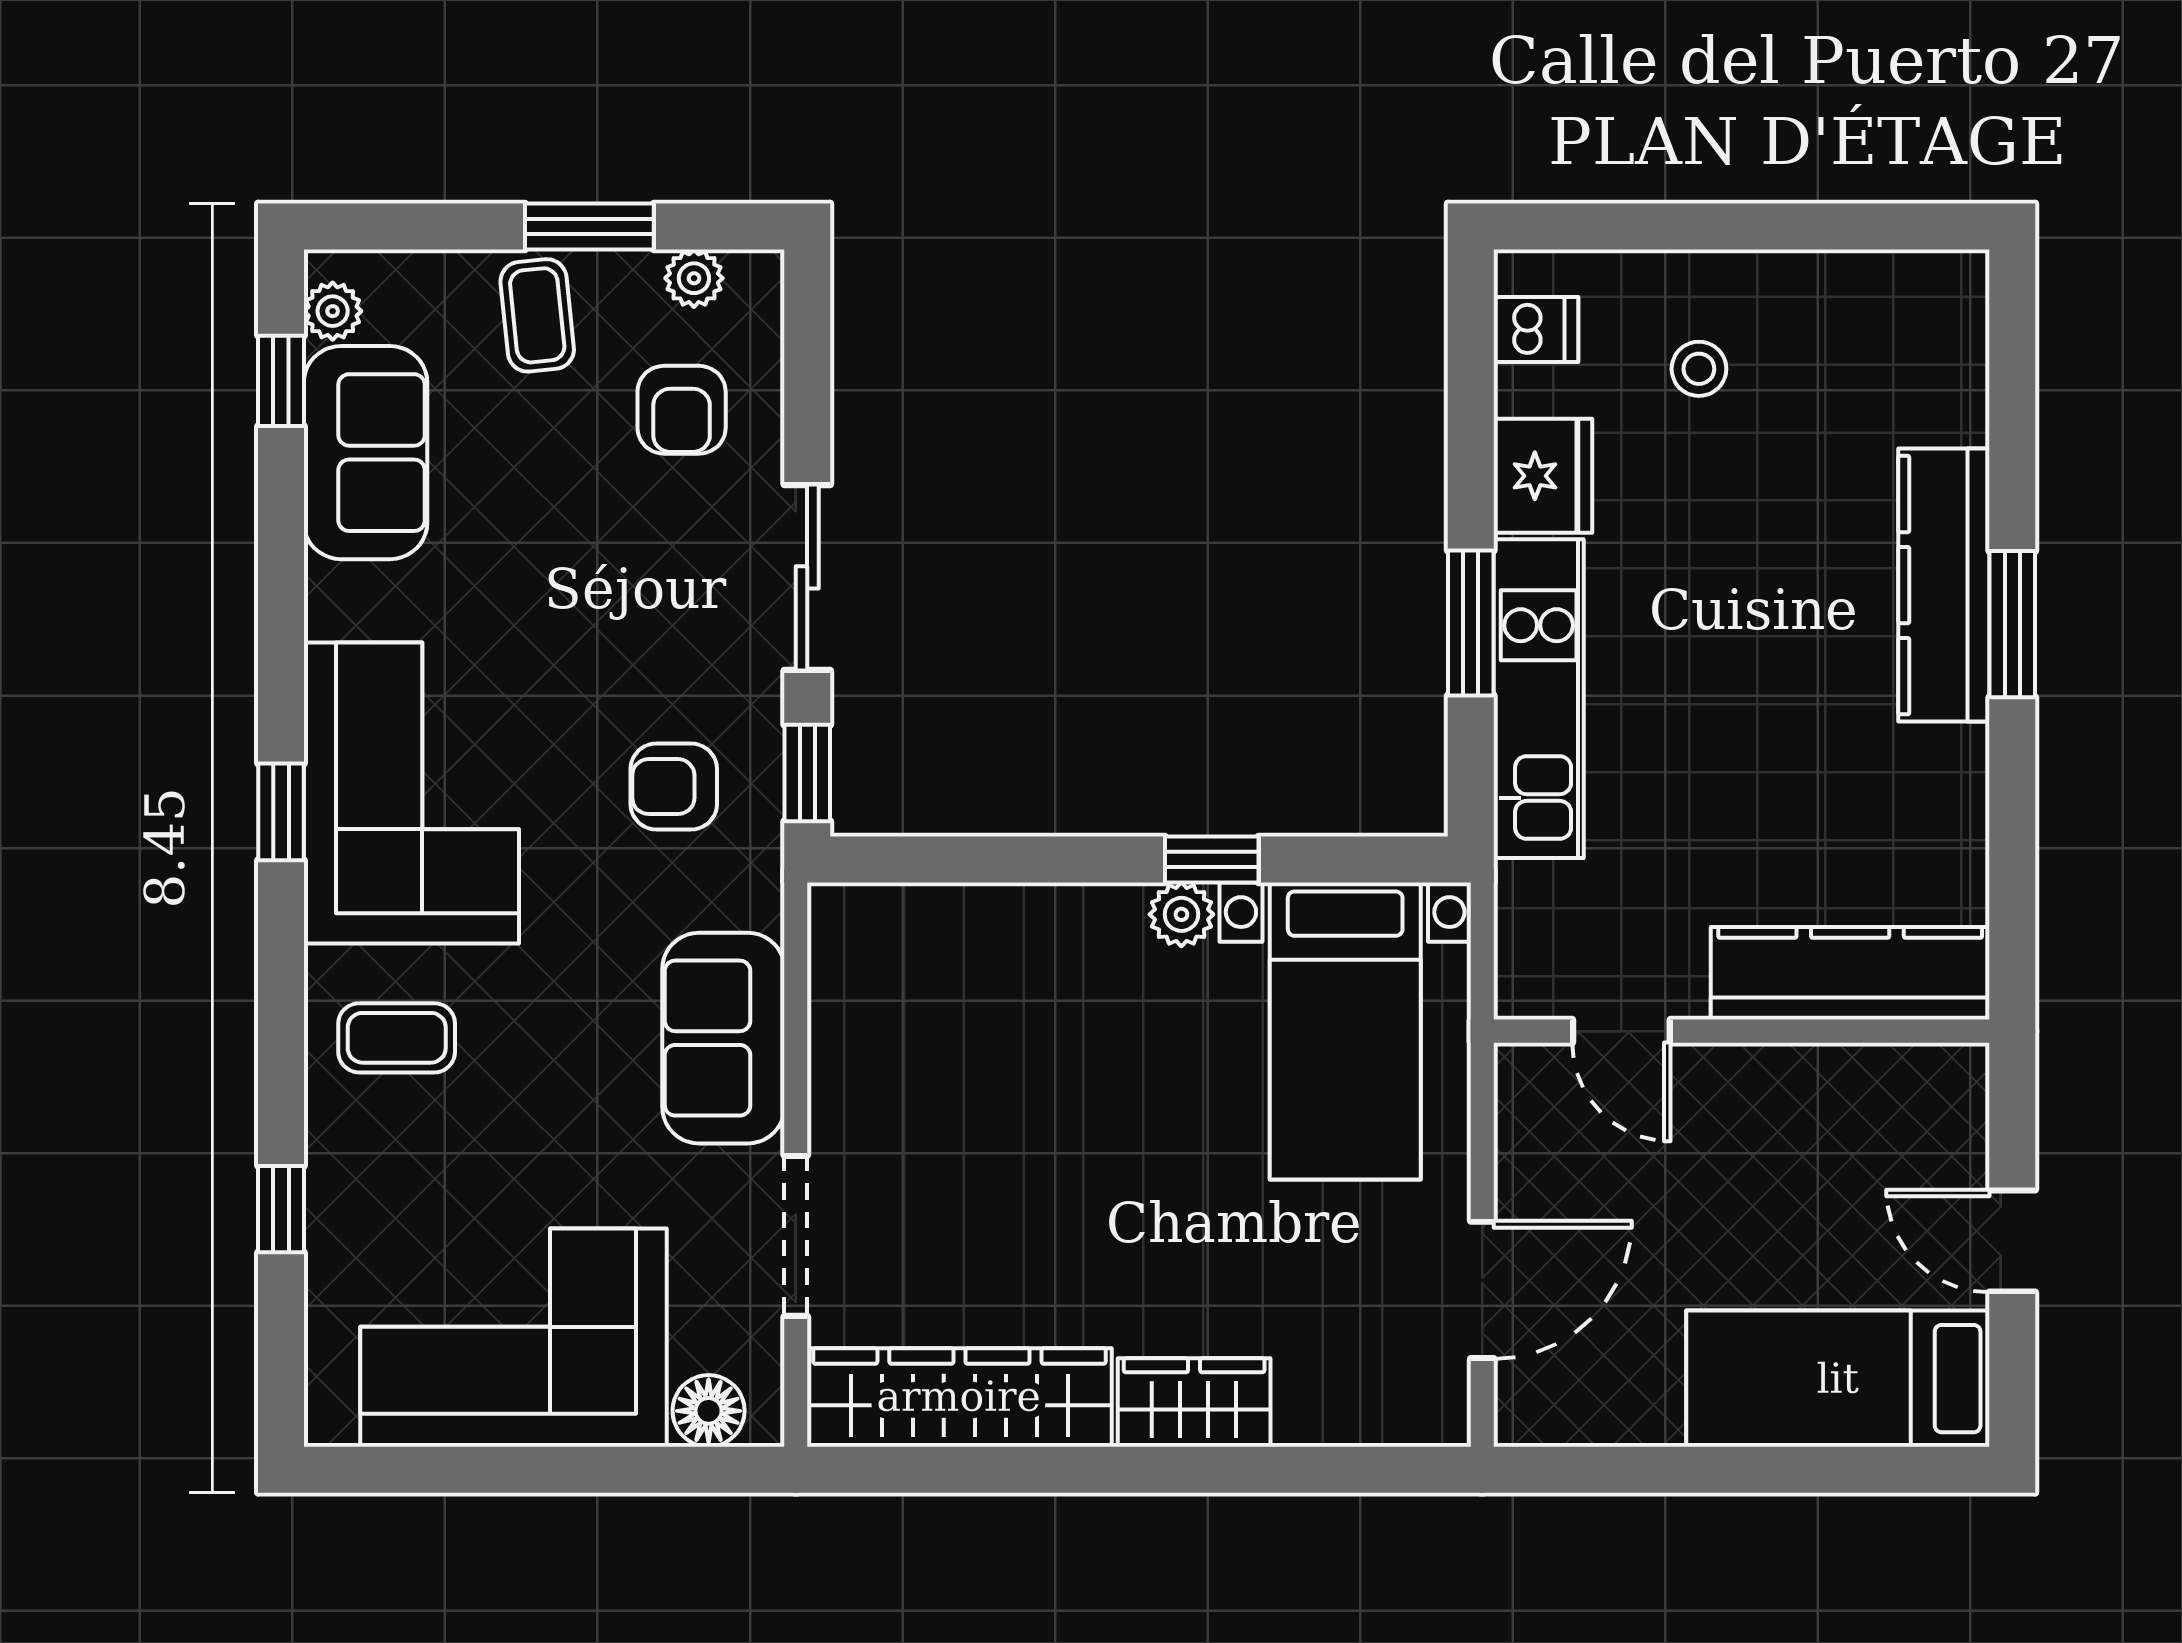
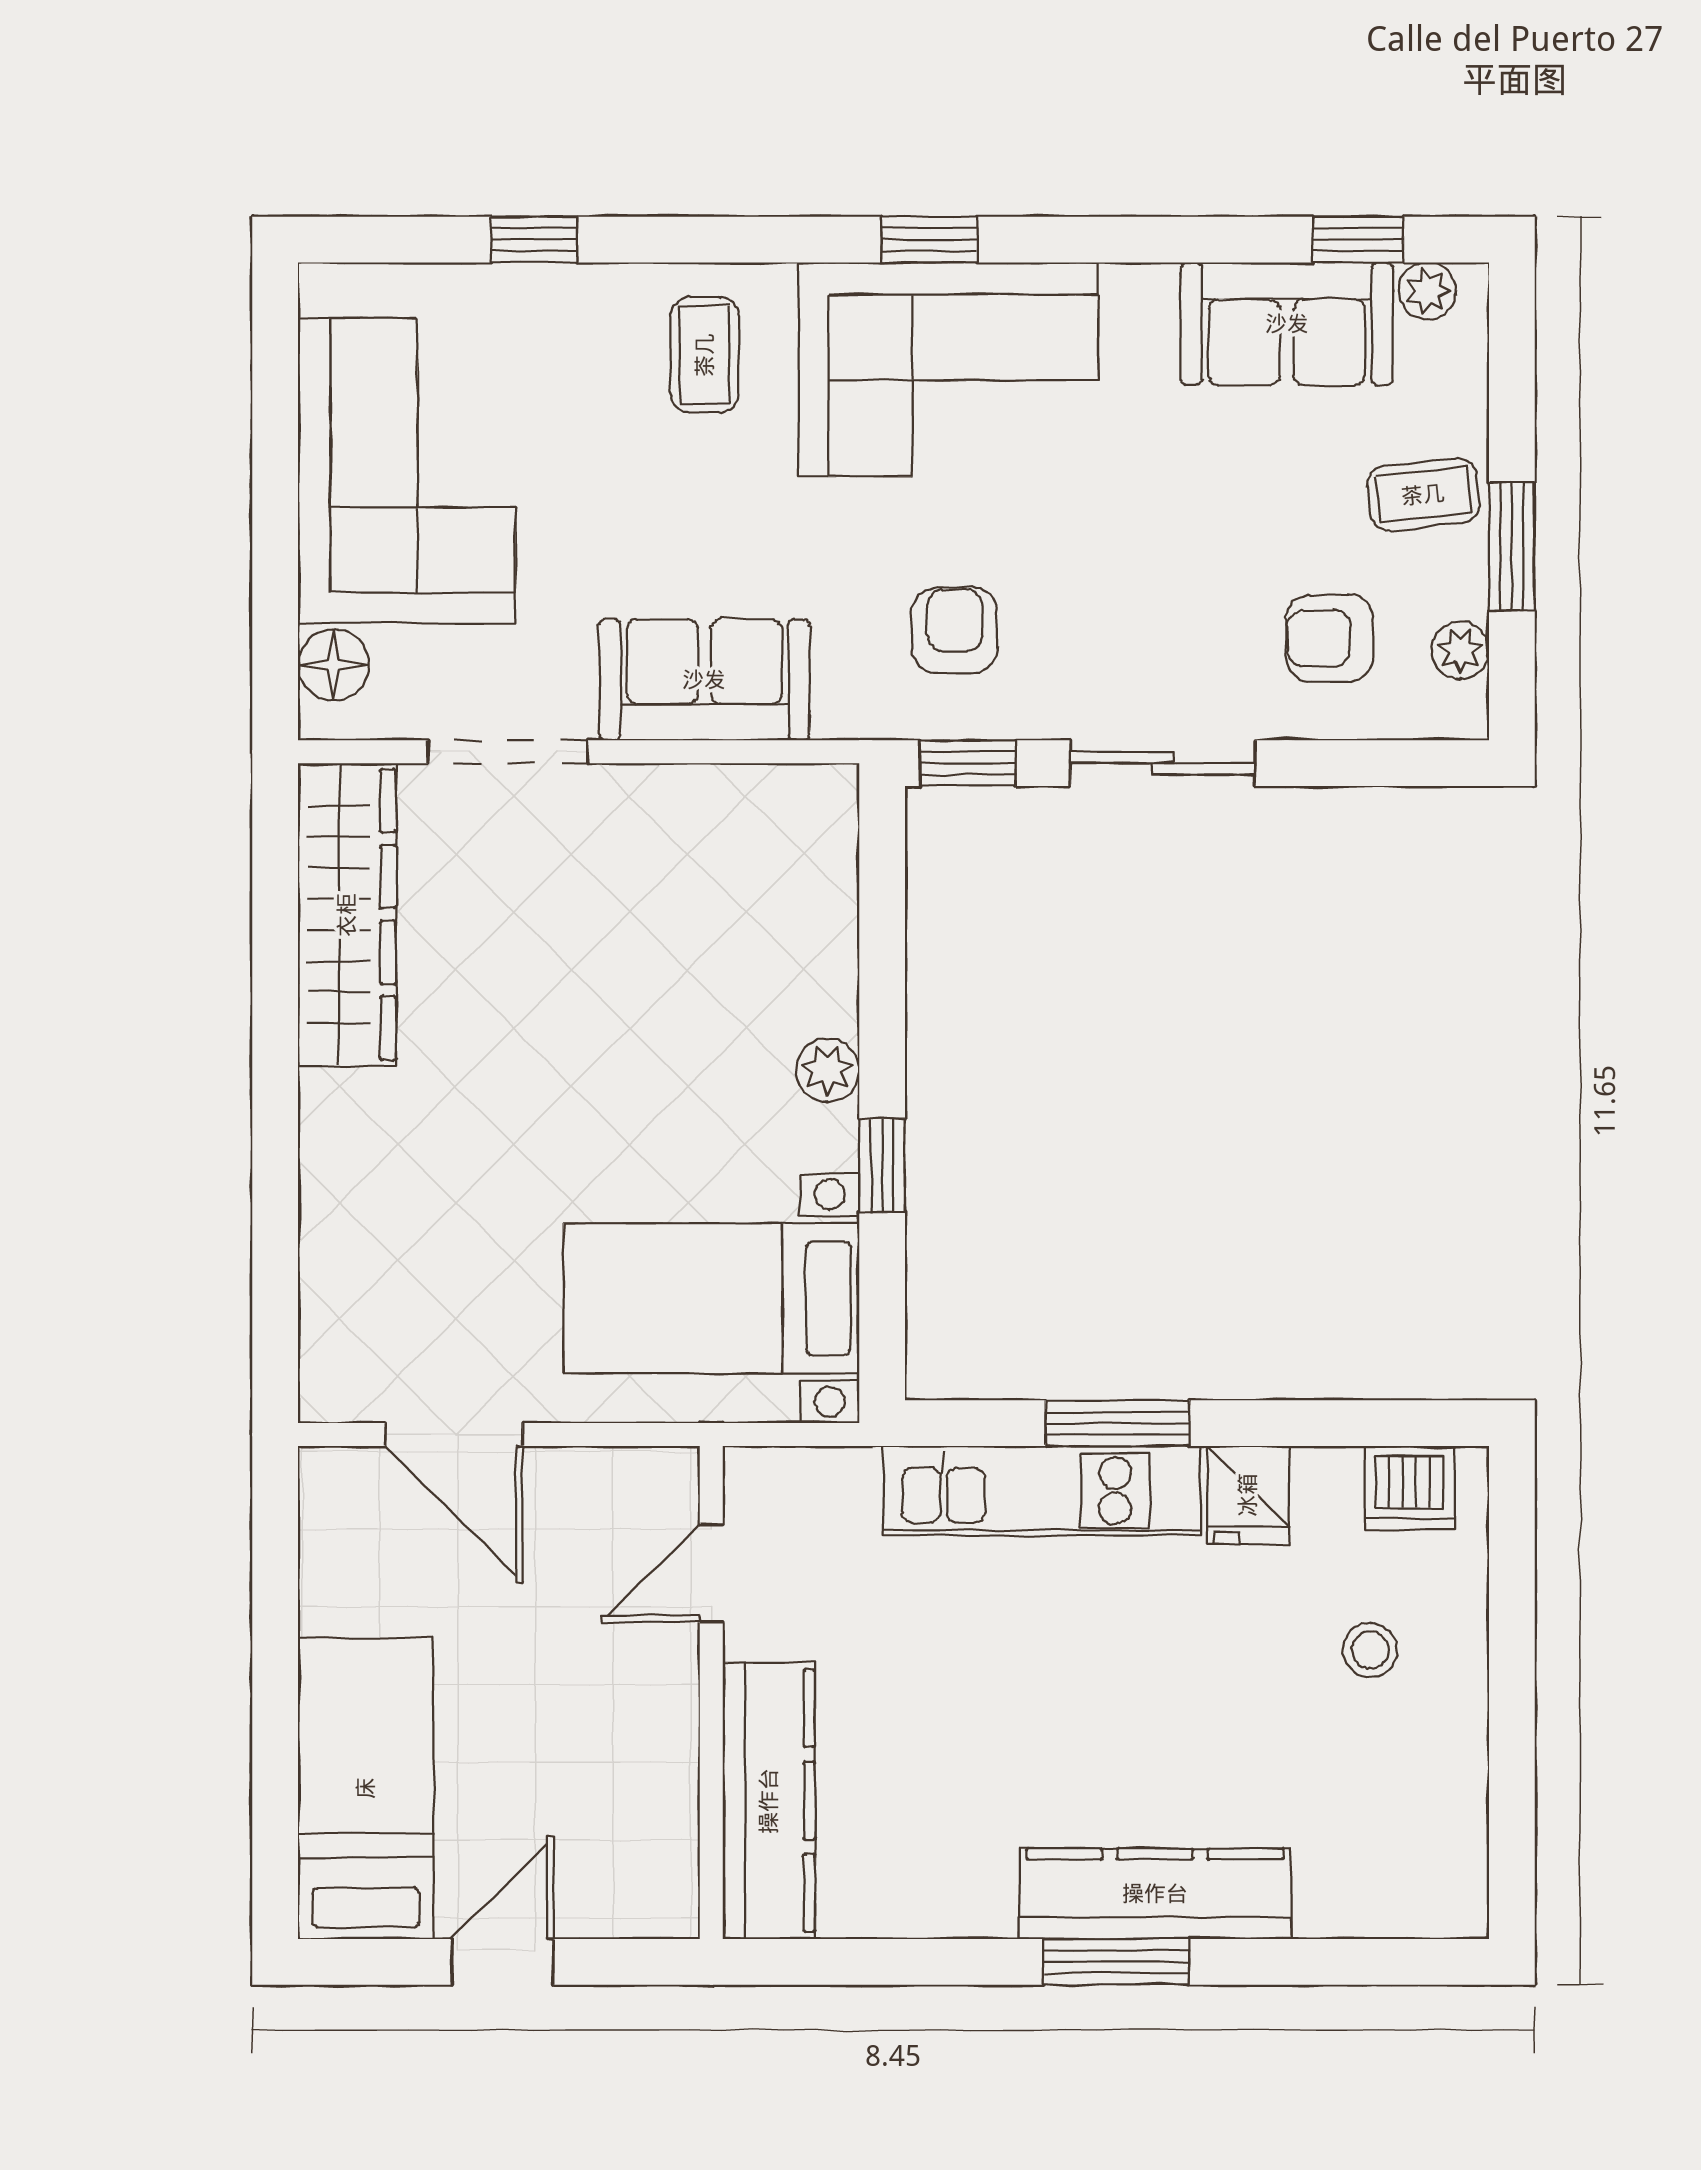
dishwasher: (1536, 330) -> (1409, 1488), width x1.38
fridge: (1543, 476) -> (1248, 1495), width x0.72
plant: (1181, 914) -> (827, 1070), moved
wardrobe: (1194, 1402) -> (342, 1148), removed

